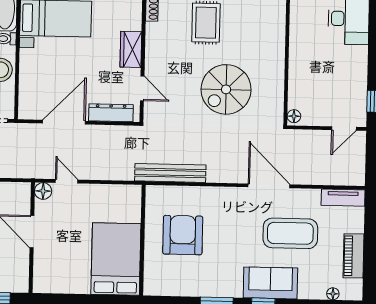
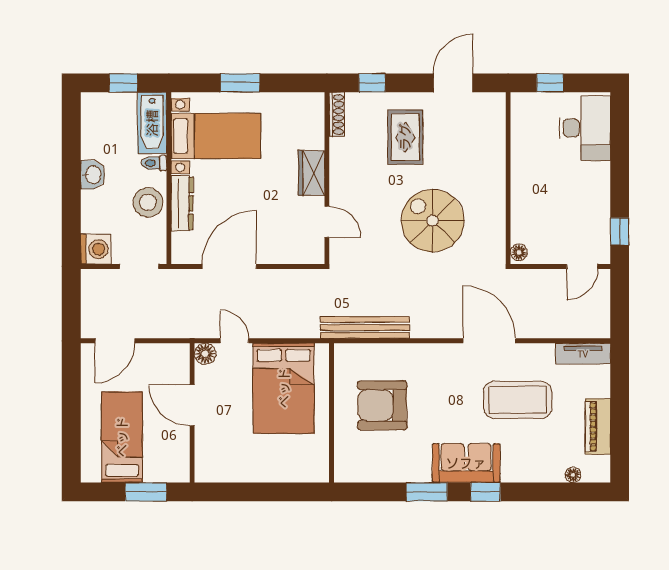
spiral stairs: (226, 89) -> (433, 221), turned 90
dresser: (111, 113) -> (182, 203), moved, turned 90
armchair: (183, 235) -> (382, 405), turned -90
bed: (116, 259) -> (284, 388), moved, turned 180
sofa: (270, 283) -> (466, 463), moved

